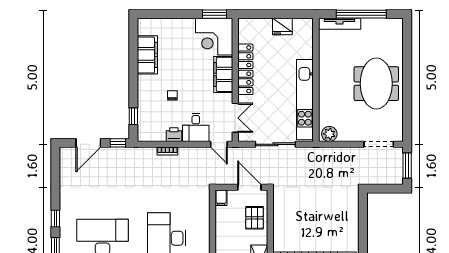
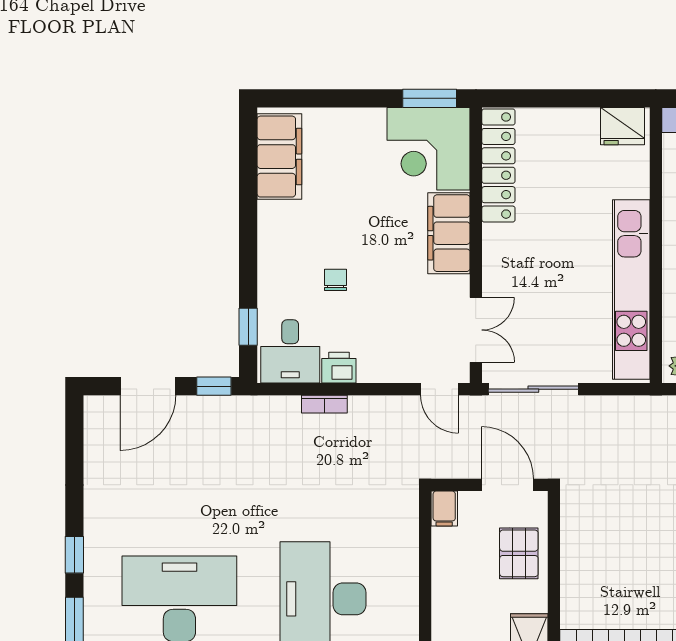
fridge: (282, 27) -> (622, 126), moved
filing cabinet: (147, 55) -> (279, 157), moved
locker: (245, 69) -> (498, 166), moved
desk: (196, 127) -> (290, 351), moved
sliding door: (275, 144) -> (533, 389), moved

